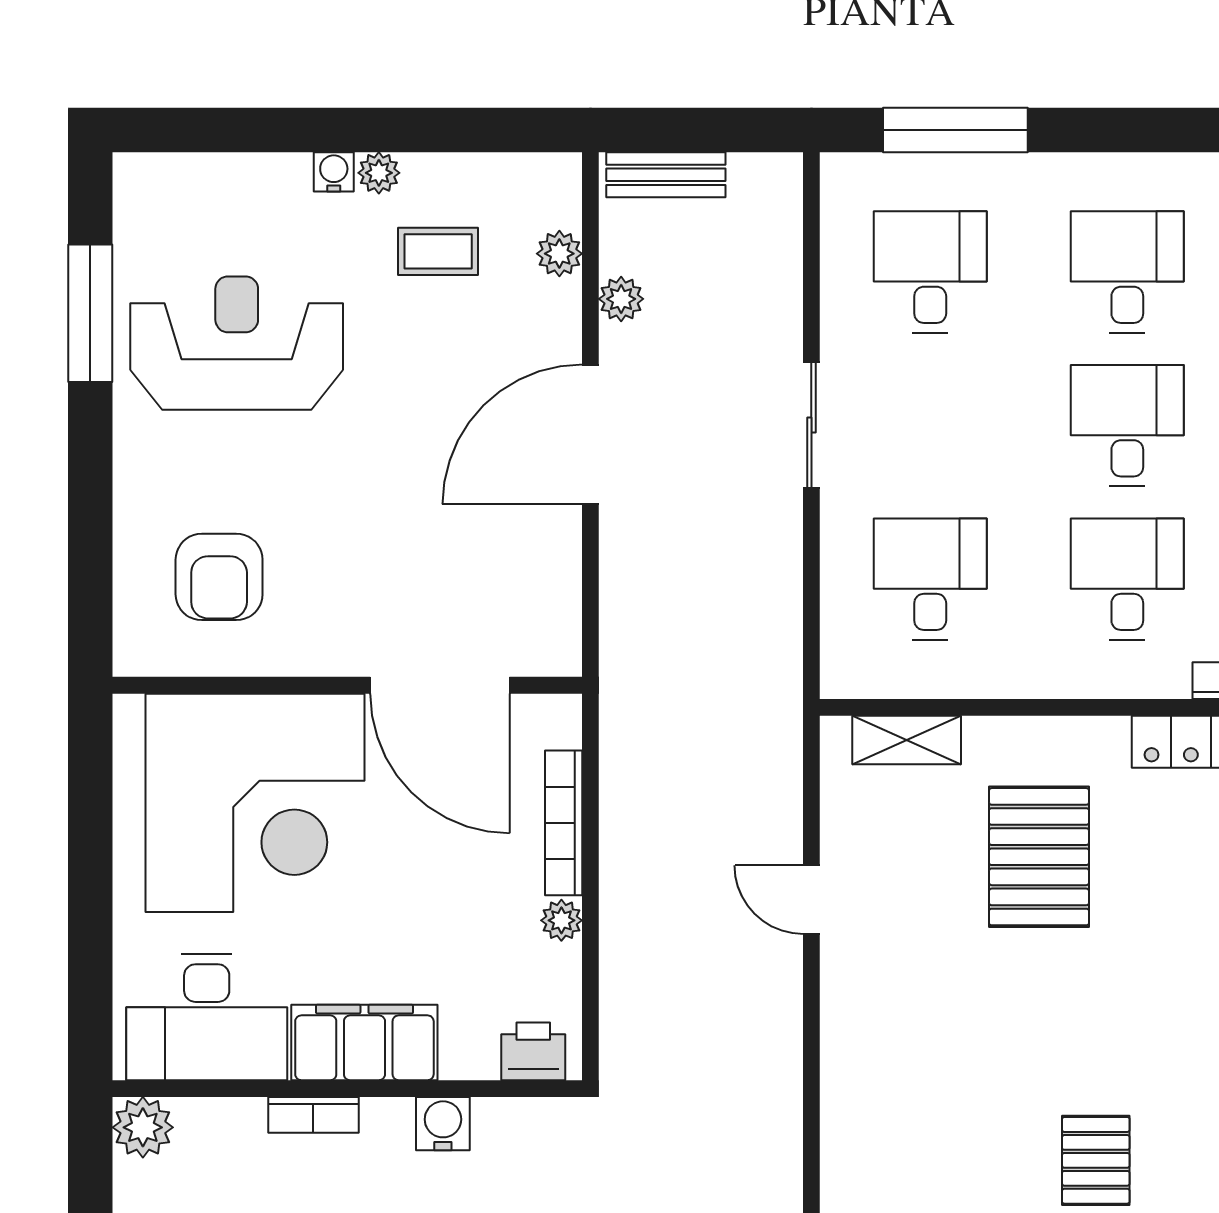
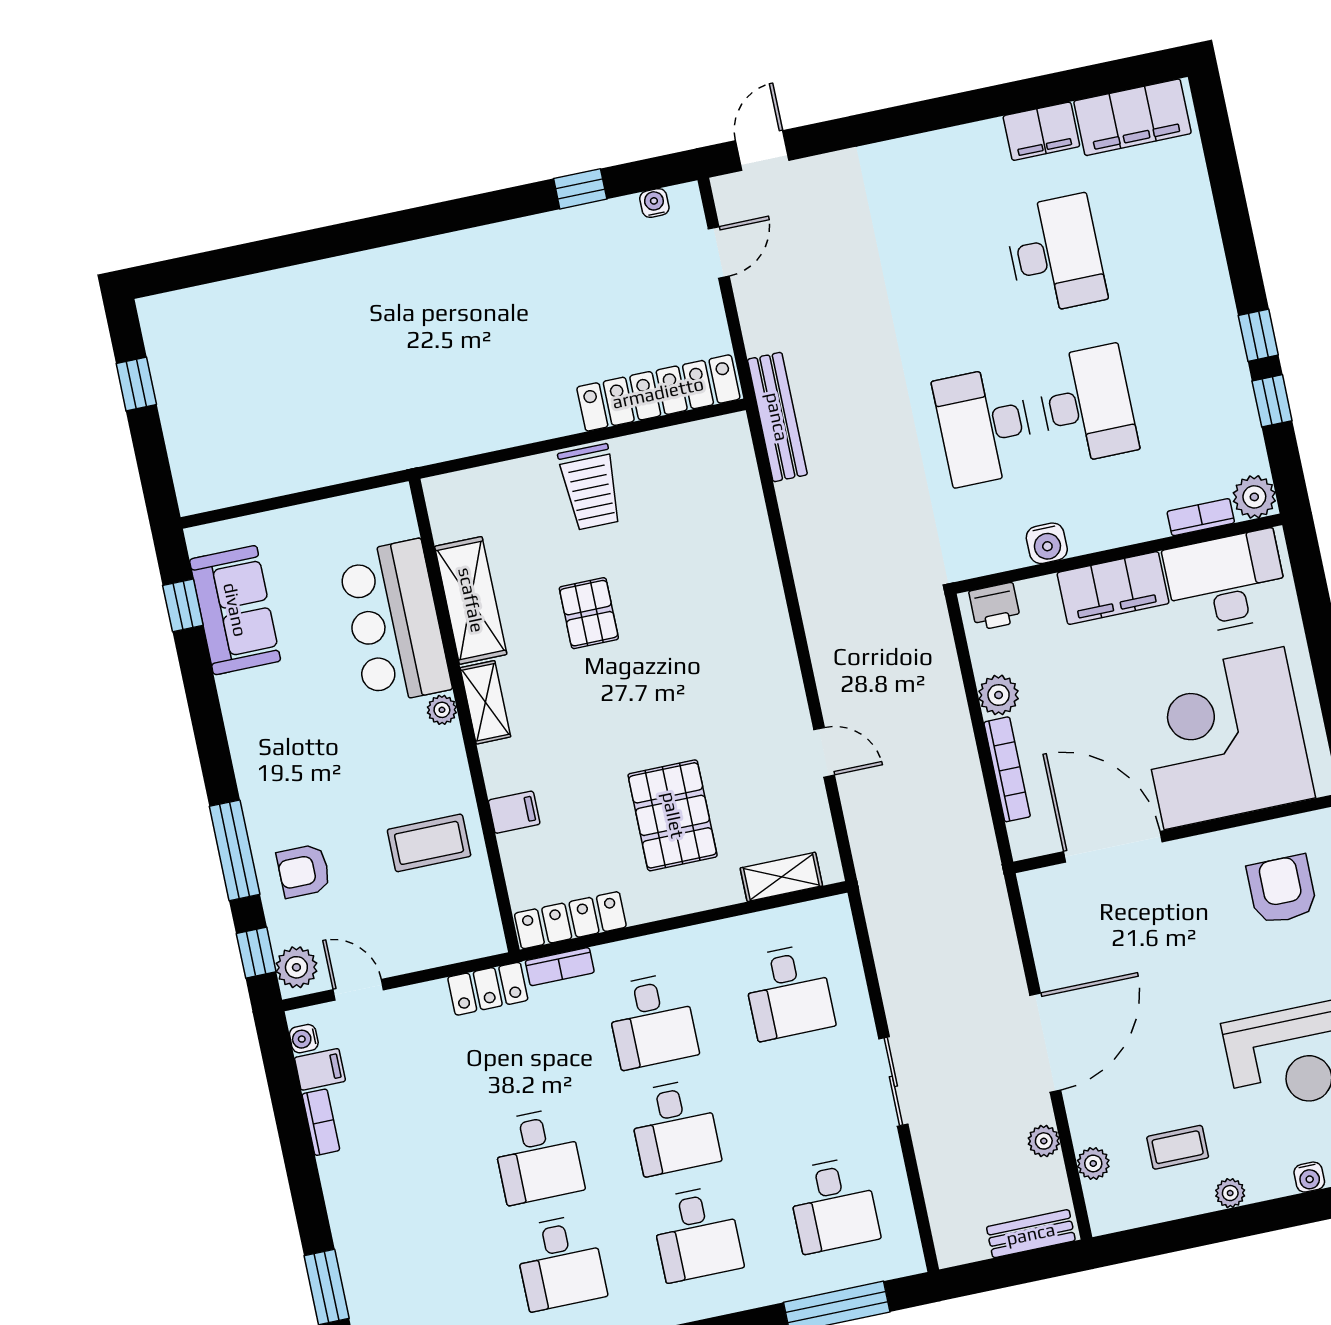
water cooler: (334, 172) -> (1309, 1177), moved
plant: (561, 920) -> (999, 695), width x1.38, depth x1.38
bookcase: (313, 1115) -> (1201, 517), moved

